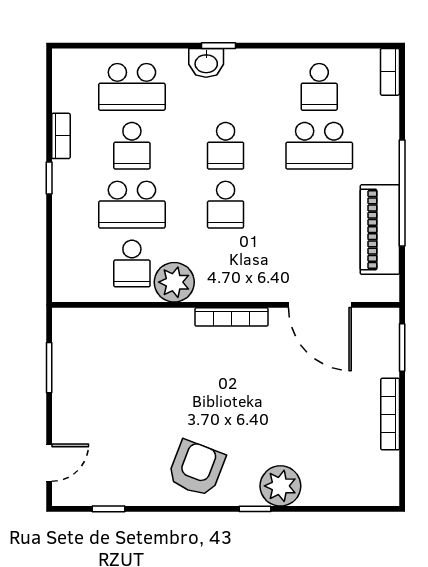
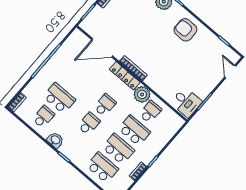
washbasin: (206, 63) -> (55, 140), moved
school desk: (132, 146) -> (118, 149), width x1.85
piano: (380, 230) -> (63, 55), removed
locker: (235, 289) -> (125, 76), added
door: (320, 305) -> (102, 48), swing flipped
desk: (81, 338) -> (186, 102), added
door: (49, 463) -> (230, 72), hinge flipped
armchair: (196, 468) -> (185, 30), turned 69

